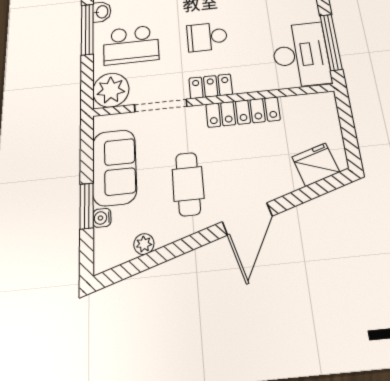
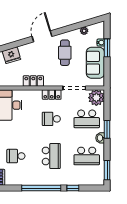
window: (87, 29) -> (107, 129), width x0.69
school desk: (207, 37) -> (51, 119), turned 180
school desk: (131, 45) -> (87, 119), turned 180
locker: (243, 112) -> (33, 81), width x0.66

